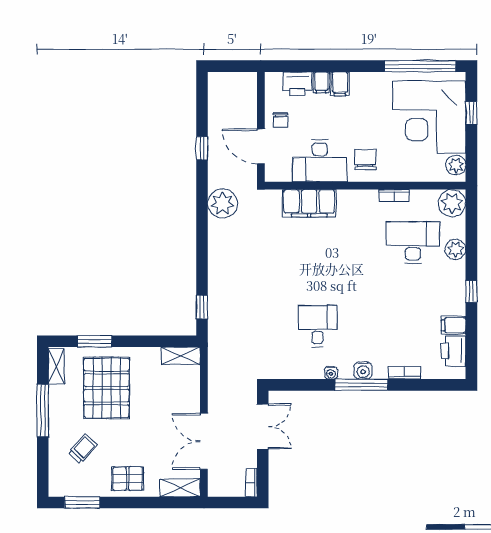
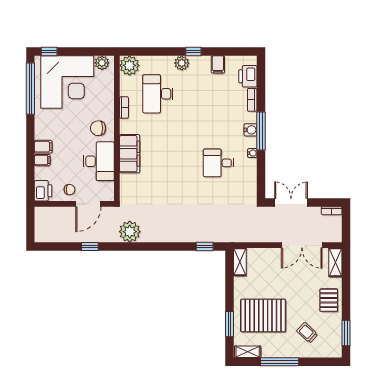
printer: (298, 84) -> (43, 191), moved
window: (471, 113) -> (49, 51), moved
filing cabinet: (309, 203) -> (130, 154), moved
plant: (455, 249) -> (182, 63), moved
printer: (453, 351) -> (248, 76), moved, turned 90

